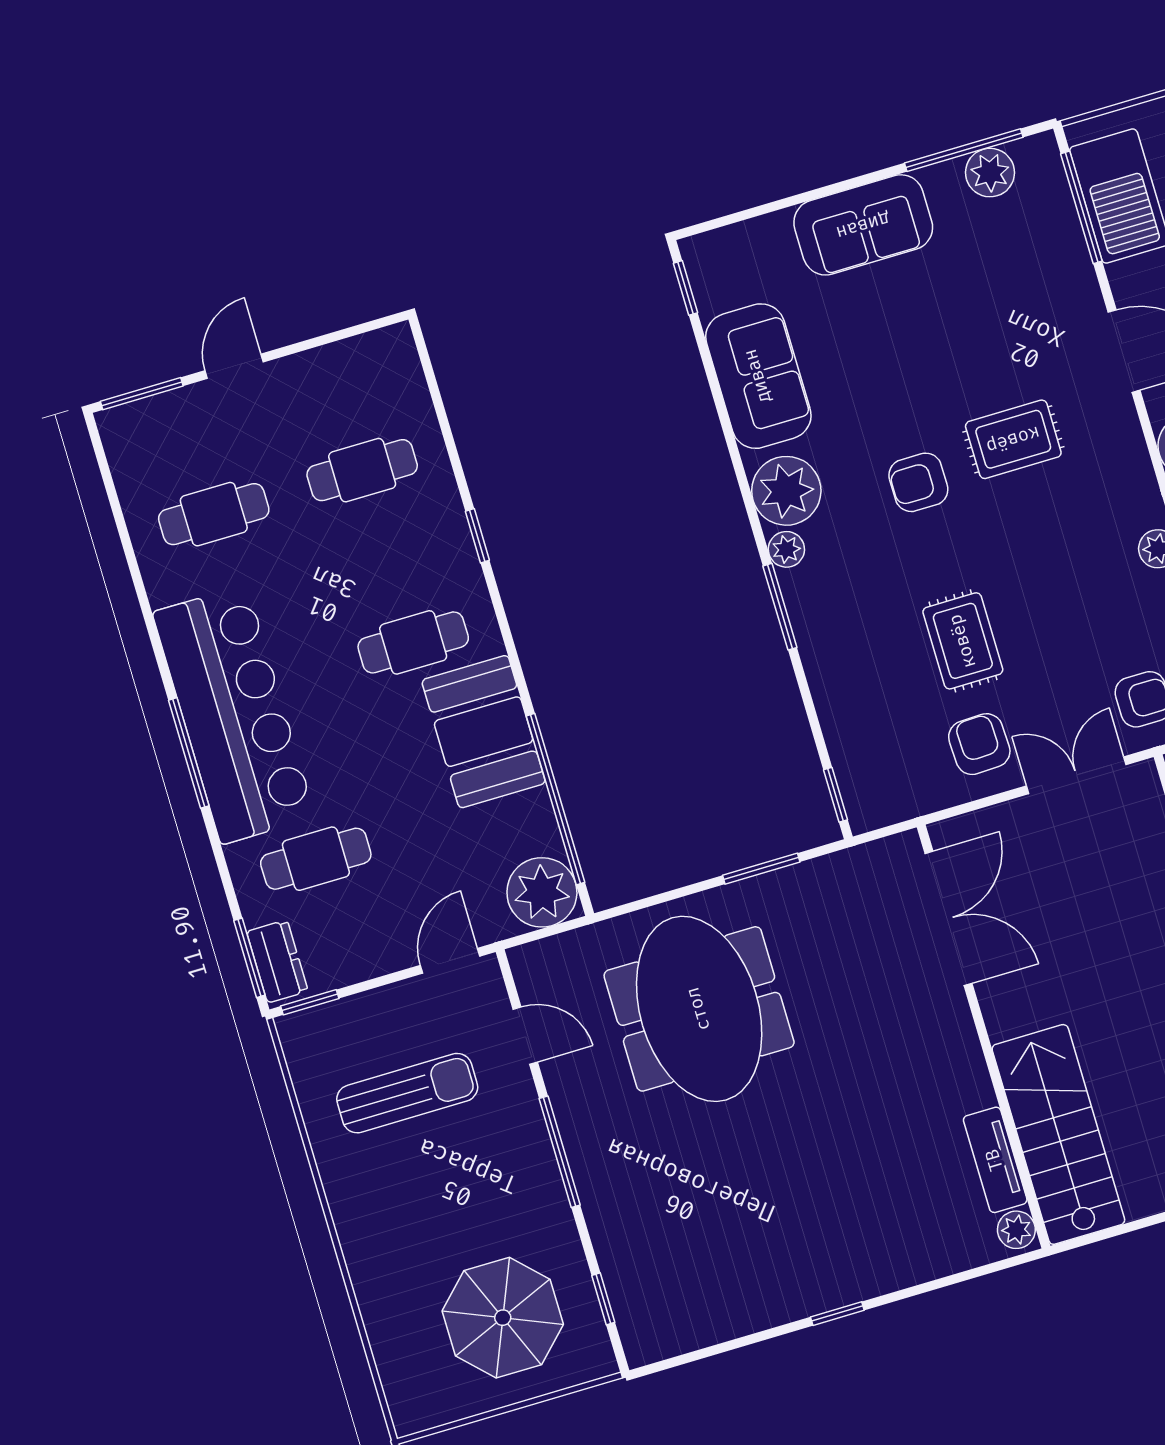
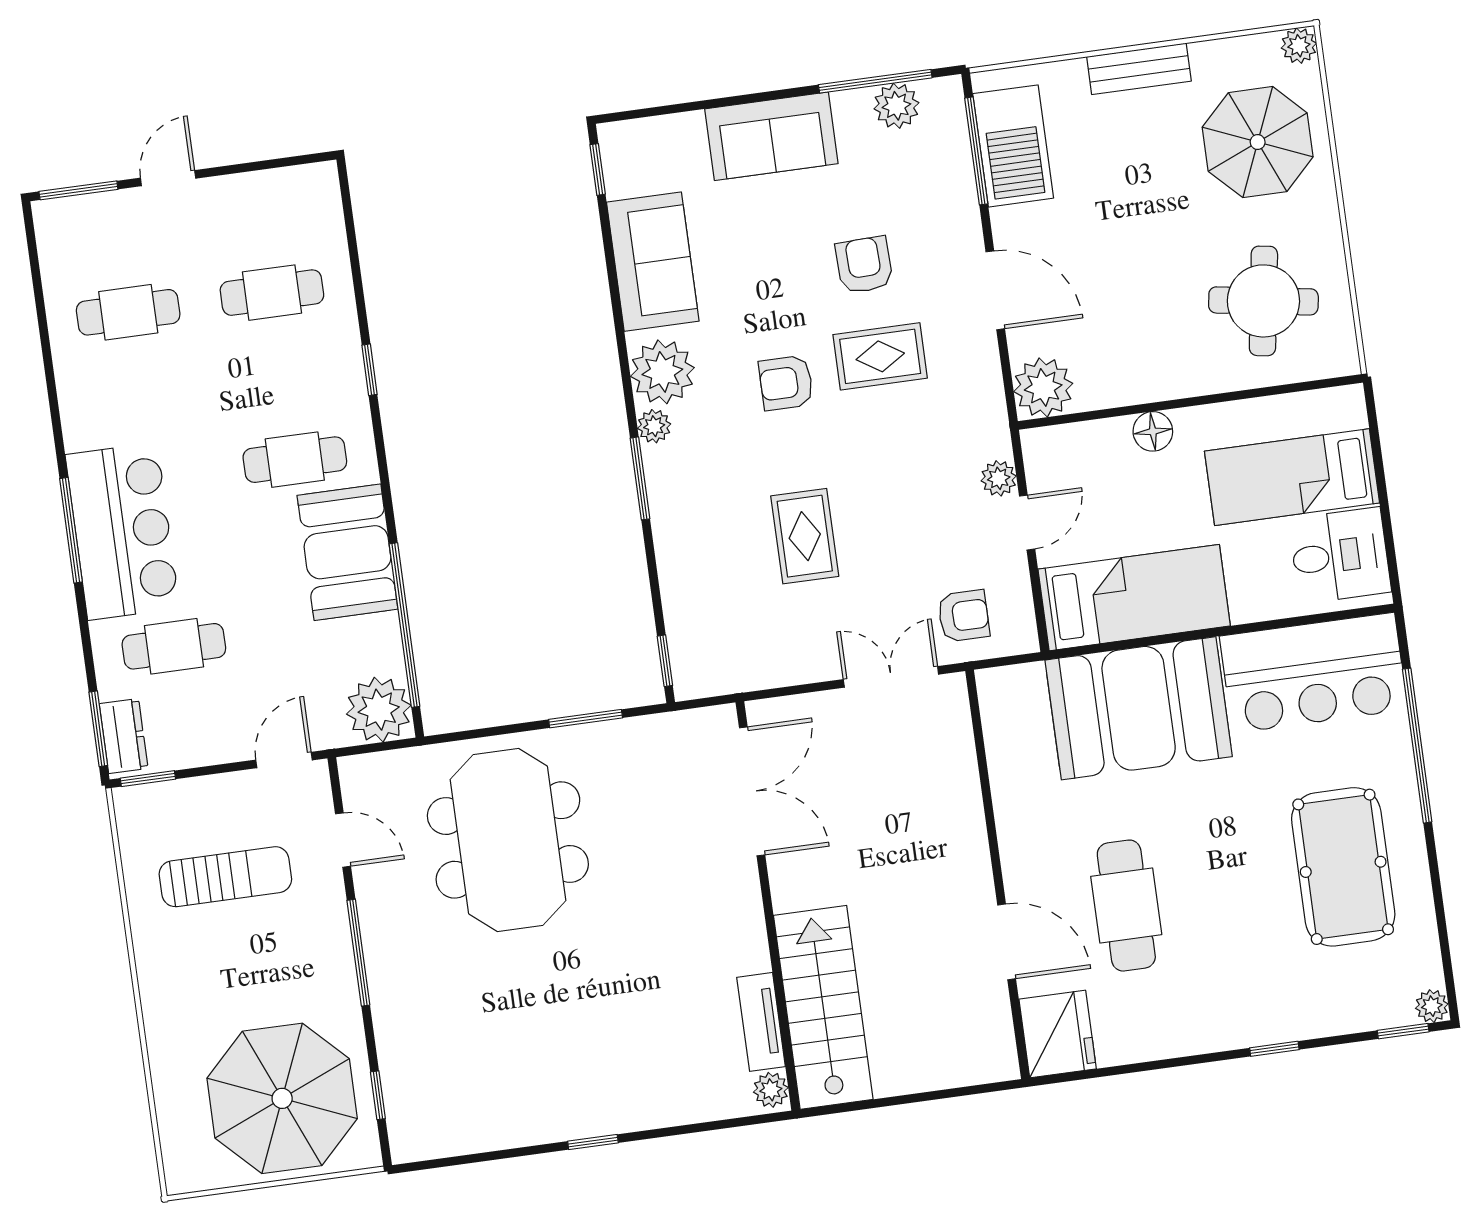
bar counter: (234, 715) -> (122, 531), width x0.73
armchair: (979, 744) -> (864, 265), moved
parasol: (503, 1318) -> (282, 1098), width x1.36, depth x1.36

